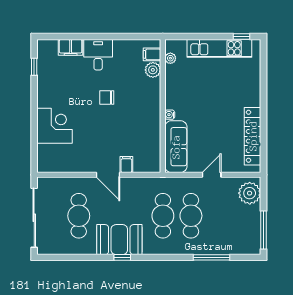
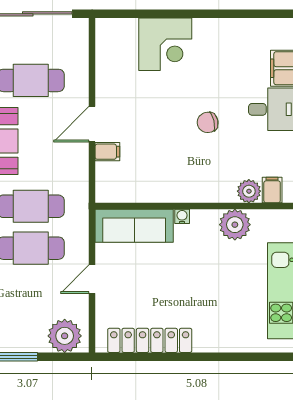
plant: (170, 58) -> (235, 225), moved, width x1.87, depth x1.87
window: (34, 67) -> (254, 14), removed
chair: (107, 97) -> (208, 122), turned -103
door: (212, 175) -> (92, 279), swing flipped

